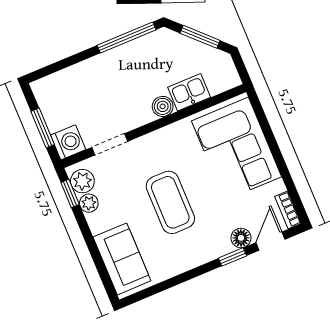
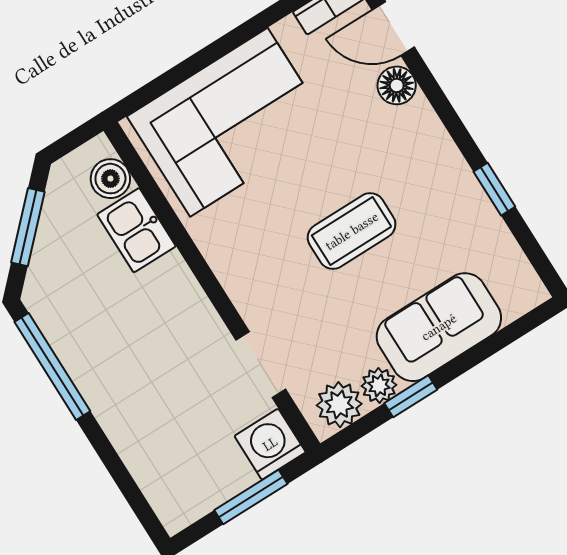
boiler: (163, 106) -> (110, 179), moved
window: (70, 193) -> (411, 396), moved
coffee table: (170, 202) -> (352, 231), width x0.73, depth x0.76
window: (232, 257) -> (494, 189), moved
sofa: (122, 259) -> (439, 327), moved

